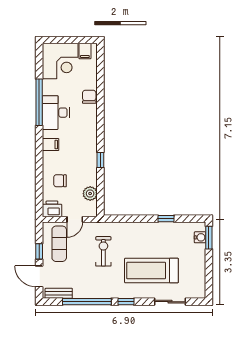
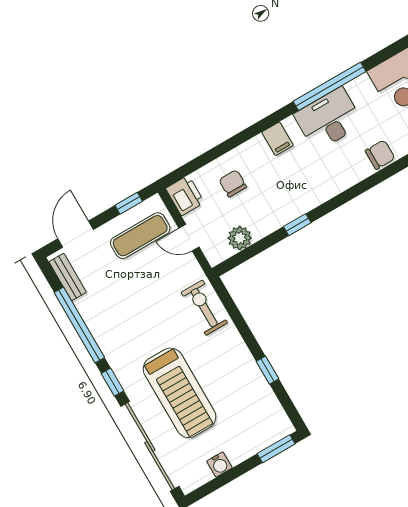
water cooler: (200, 237) -> (219, 464), moved
window: (39, 251) -> (129, 203), moved
exercise bike: (103, 251) -> (204, 308), moved, turned -90
treadmill: (151, 271) -> (180, 393), turned 180
sliding door: (170, 302) -> (150, 446), width x1.86

